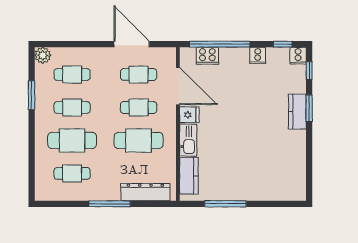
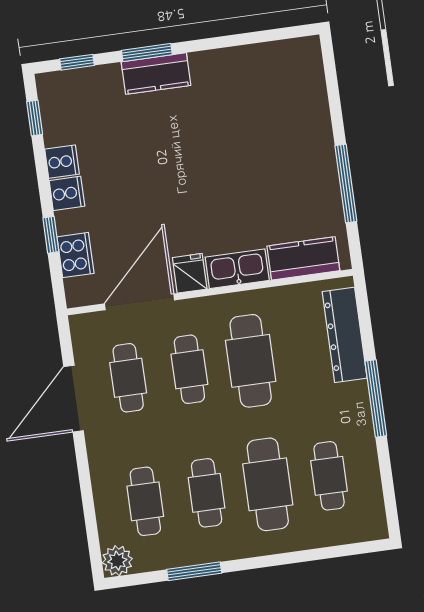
window: (220, 44) -> (51, 235), width x0.32
cooker: (298, 56) -> (67, 193), moved

